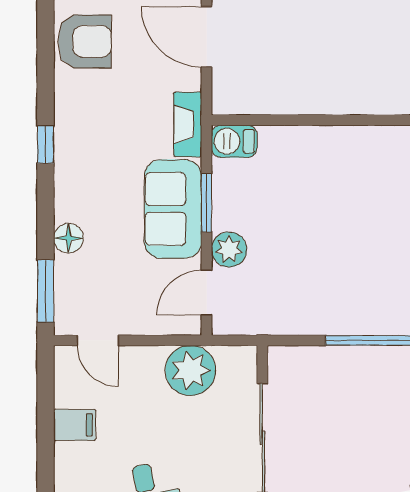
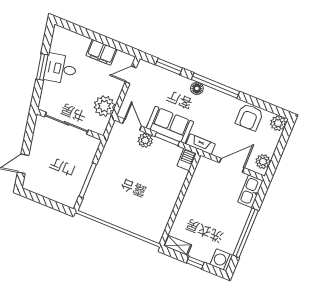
window: (45, 145) -> (215, 85), width x3.17
floor lamp: (69, 238) -> (197, 88), moved
window: (45, 291) -> (169, 66), moved
filing cabinet: (75, 425) -> (101, 52), width x2.00

